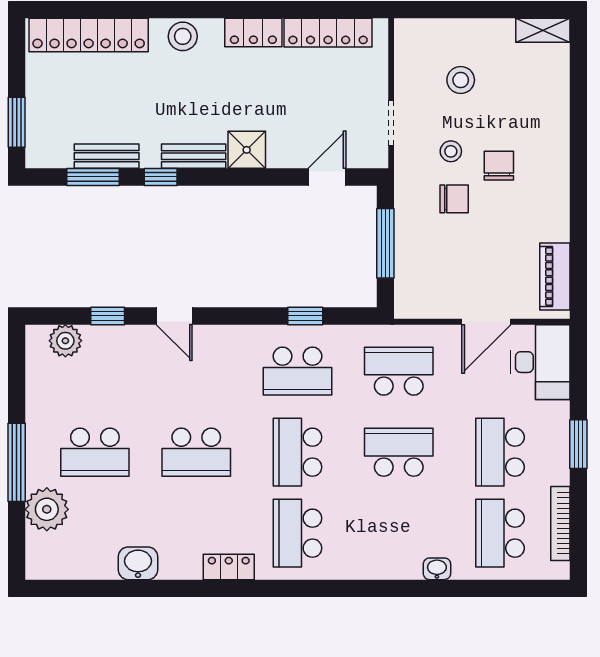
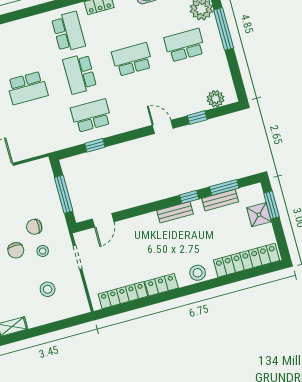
shower: (247, 150) -> (259, 215), moved
school desk: (399, 371) -> (39, 130), removed
school desk: (297, 452) -> (80, 74), turned 180

